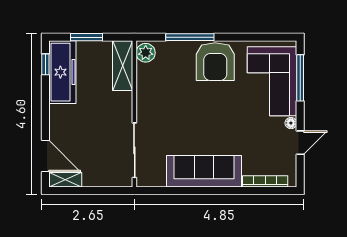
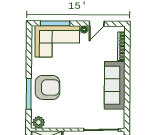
armchair: (215, 62) -> (47, 87), moved
door: (300, 143) -> (97, 24), swing flipped

